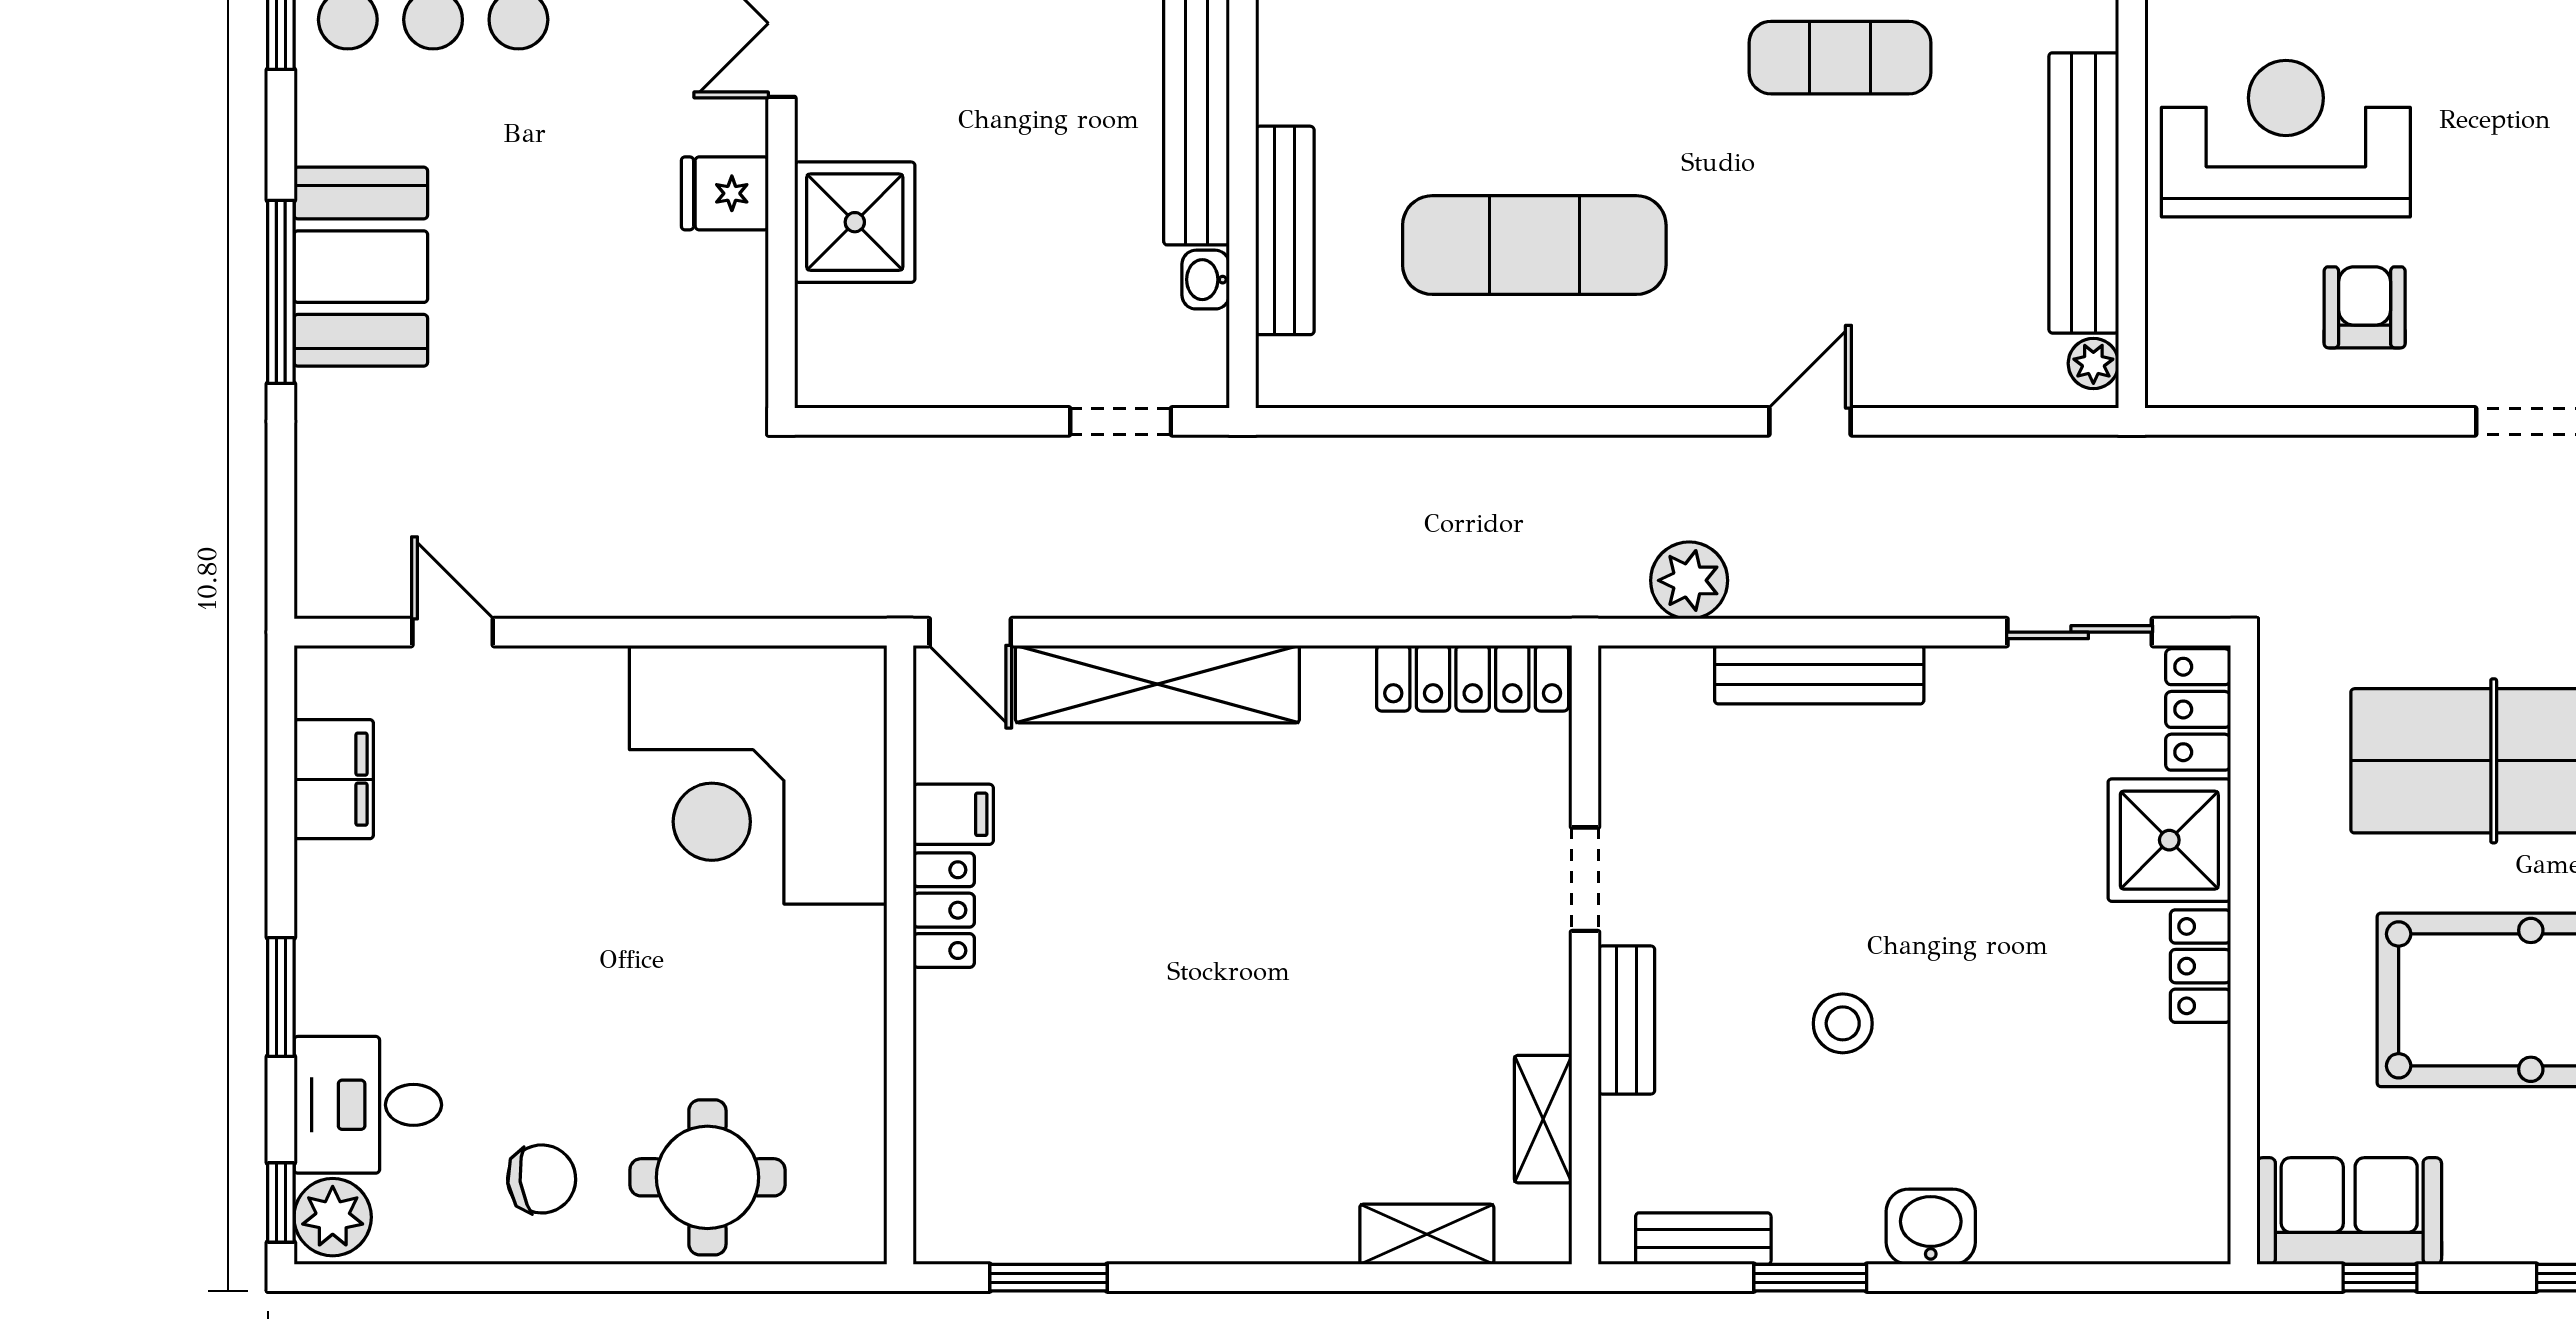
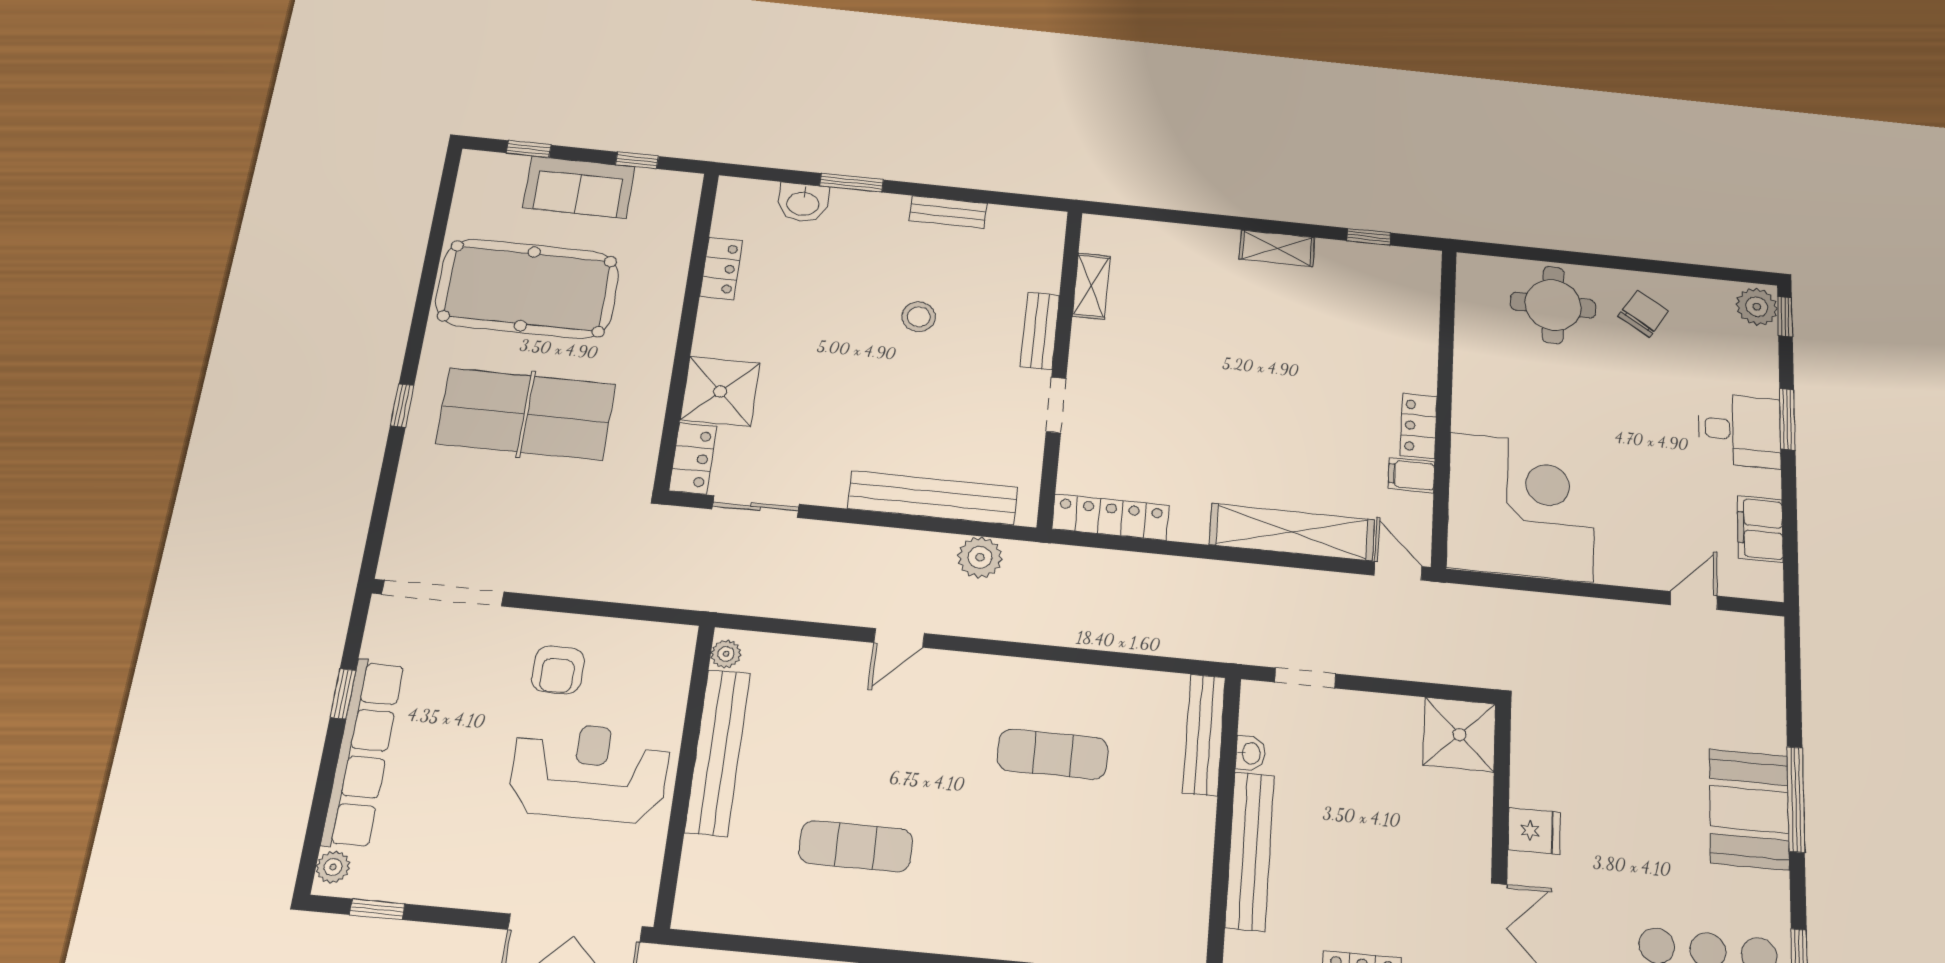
reception desk: (2286, 139) -> (589, 772), turned 180
shower: (855, 222) -> (1459, 735), moved
bench: (1285, 230) -> (1204, 735), moved
exercise mat: (1534, 245) -> (1053, 754), width x0.73, depth x0.69
door: (453, 632) -> (1694, 600), swing flipped
bench: (1819, 675) -> (933, 498), width x1.37, depth x1.21
locker: (2200, 966) -> (721, 268), moved
desk: (368, 1105) -> (1740, 430), moved
chair: (542, 1179) -> (1643, 314), turned 129
sofa: (2349, 1211) -> (579, 187), moved
washbasin: (1931, 1227) -> (803, 203), moved
shelving: (1427, 1234) -> (1277, 248), moved
bench: (1703, 1239) -> (948, 212), moved
window: (1048, 1278) -> (1369, 237), width x0.67
window: (1810, 1278) -> (852, 183), moved

